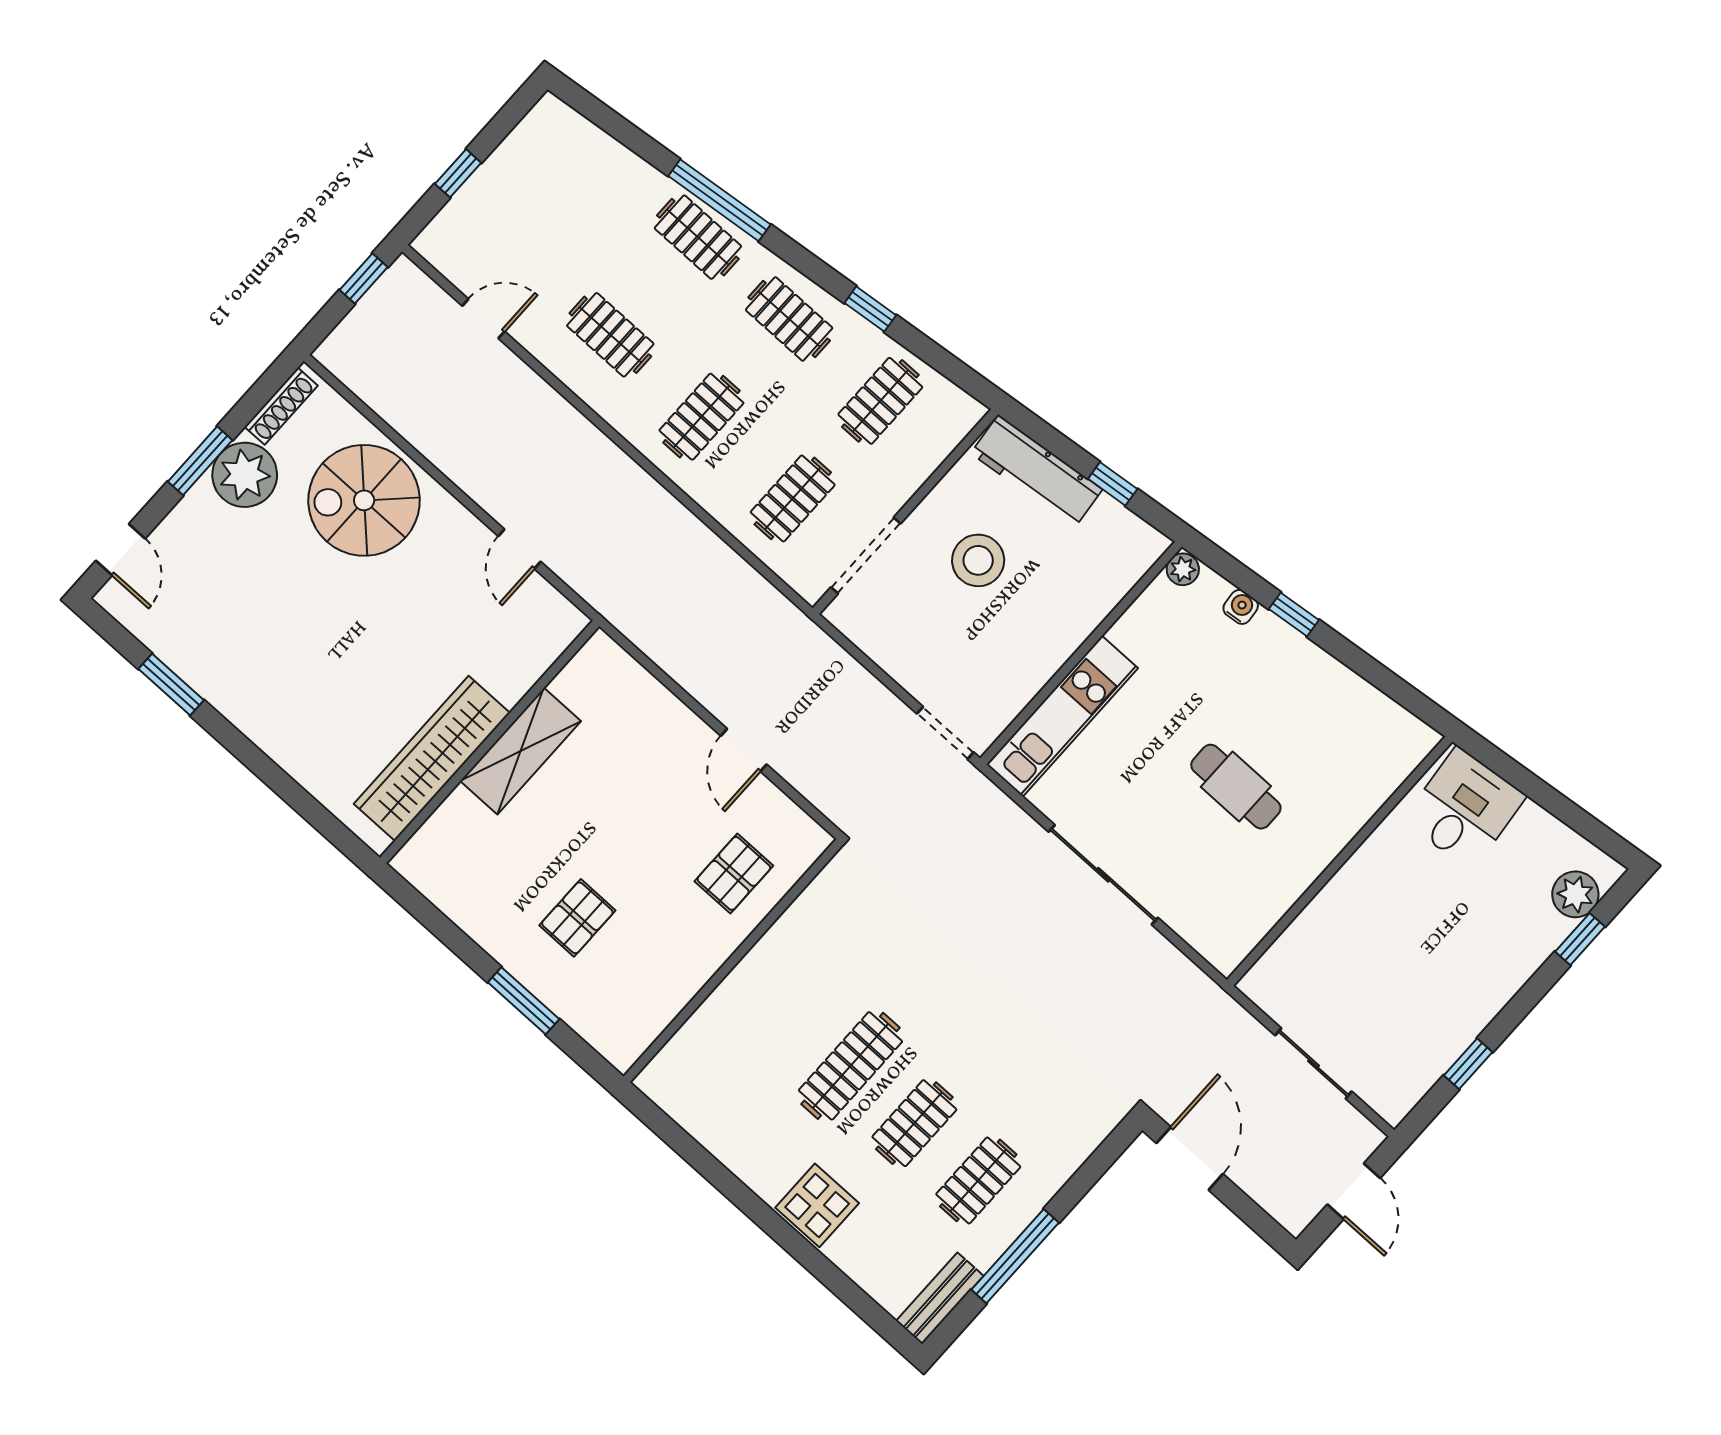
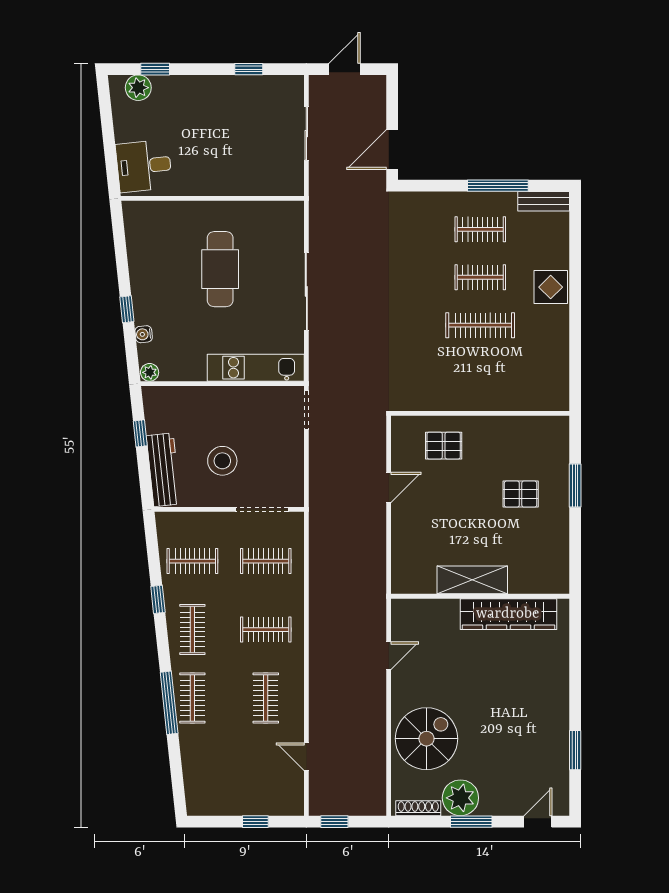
spiral stairs: (364, 500) -> (426, 739), turned -90
cafe table: (1236, 787) -> (220, 269), width x1.37, depth x1.35

